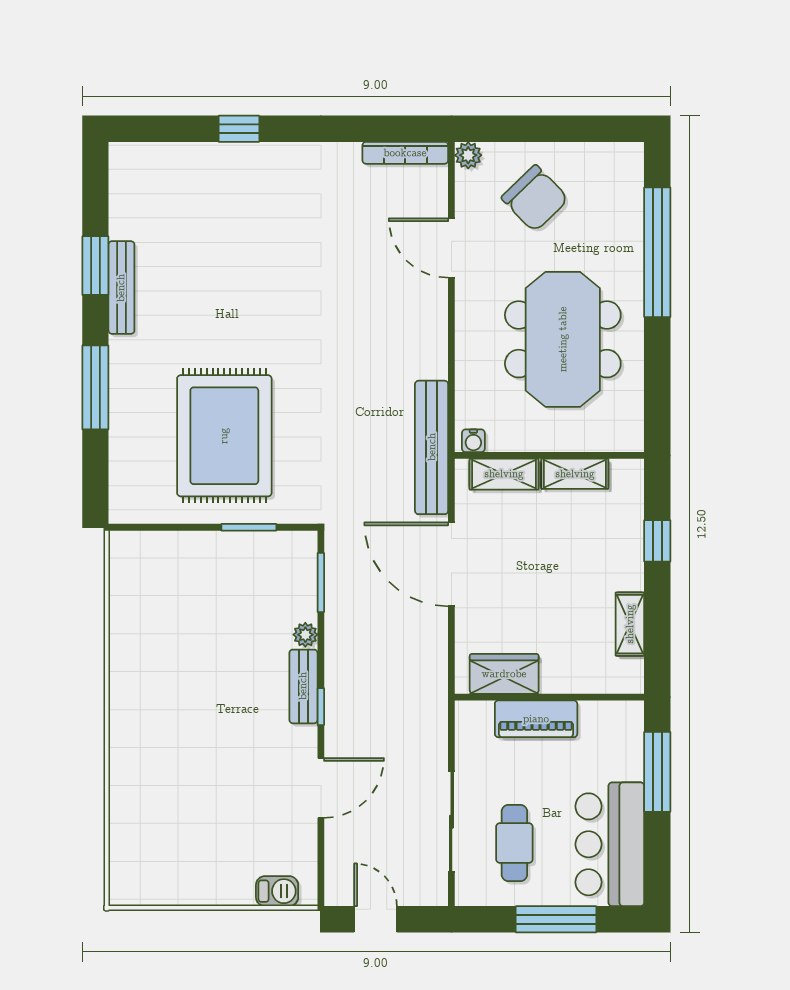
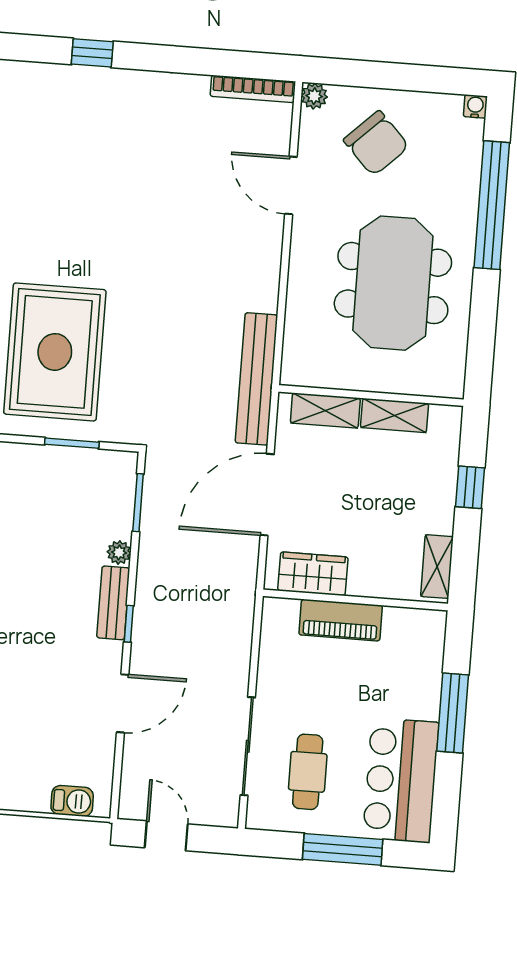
water cooler: (473, 441) -> (475, 106), moved, turned 180
door: (451, 564) -> (267, 495), hinge flipped
wardrobe: (504, 674) -> (313, 574), moved
wall: (549, 697) -> (355, 600), moved
piano: (536, 719) -> (341, 620), moved

